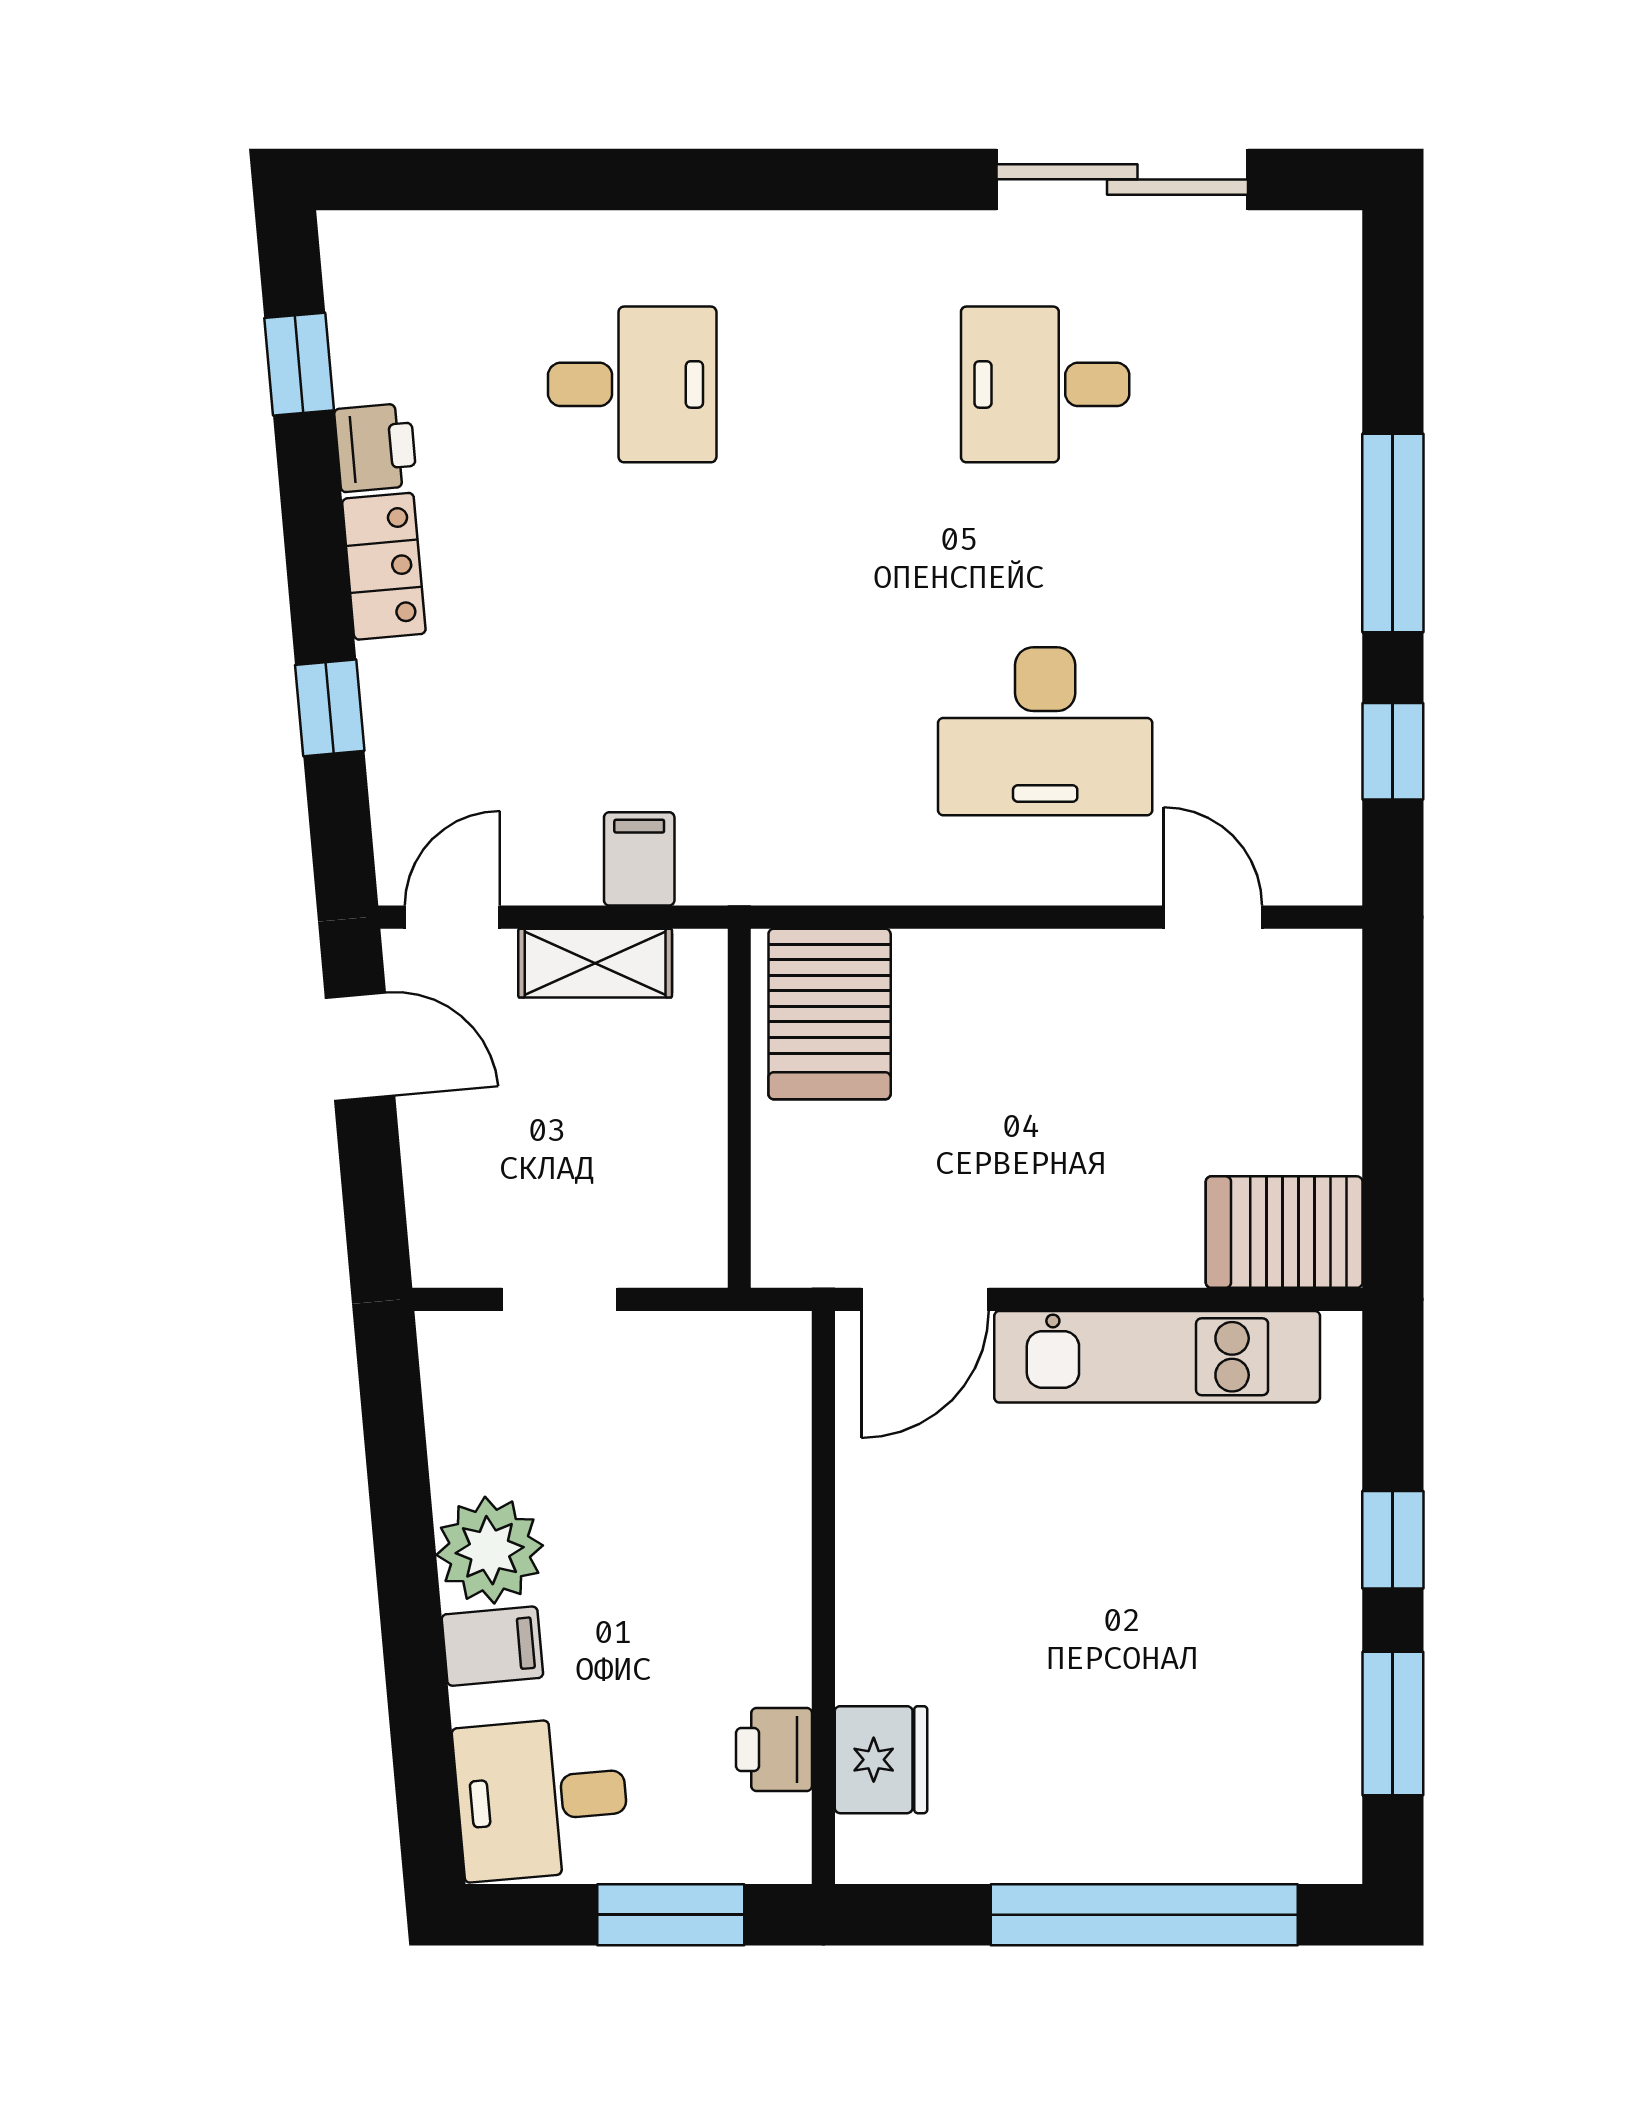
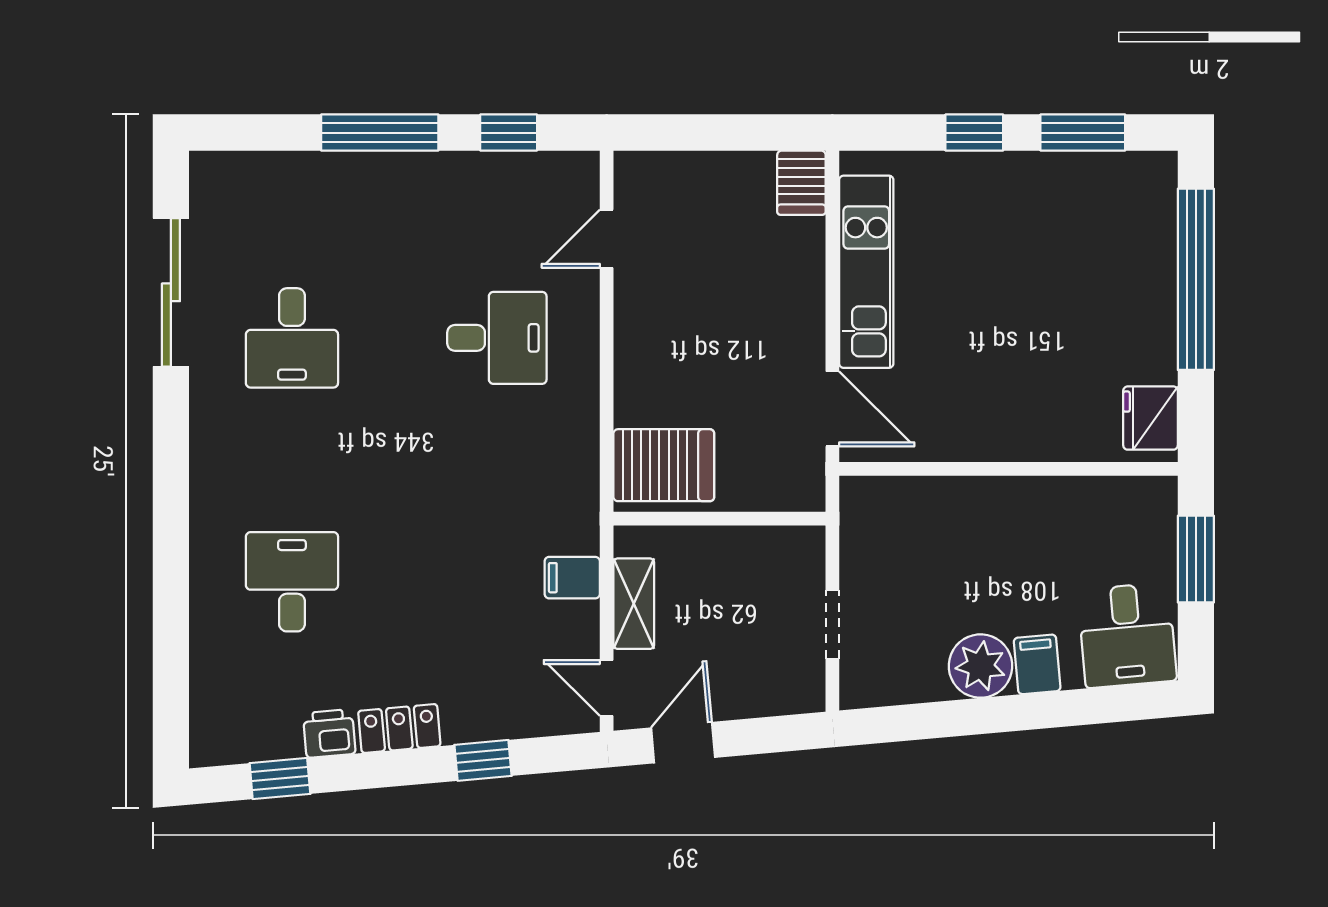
desk: (1045, 731) -> (497, 338), width x0.73
server rack: (1284, 1232) -> (801, 183), width x0.73, depth x0.70
printer: (774, 1750) -> (1098, 498), removed
fridge: (881, 1760) -> (1150, 418), moved, turned -90

